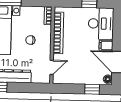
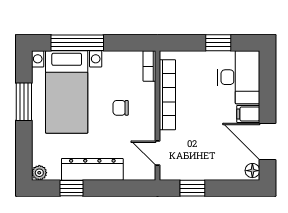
door: (52, 67) -> (157, 153), swing flipped
window: (92, 89) -> (192, 188), moved

